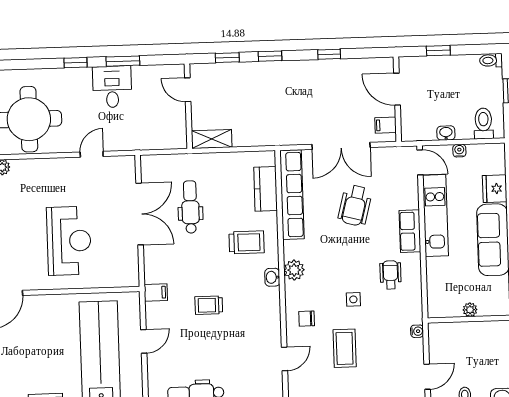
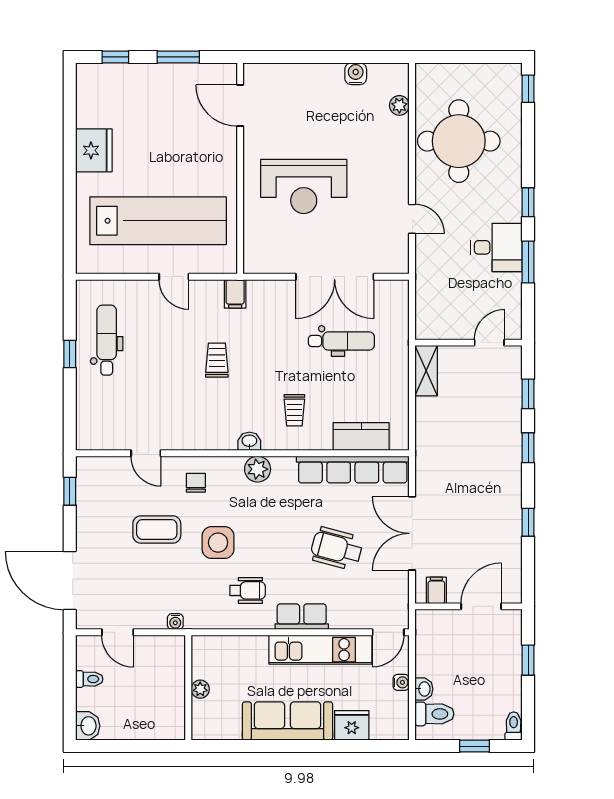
washbasin: (446, 133) -> (424, 689), moved
trolley: (247, 242) -> (294, 410), width x0.73, depth x0.72
side table: (353, 299) -> (218, 543), width x1.87, depth x1.87

